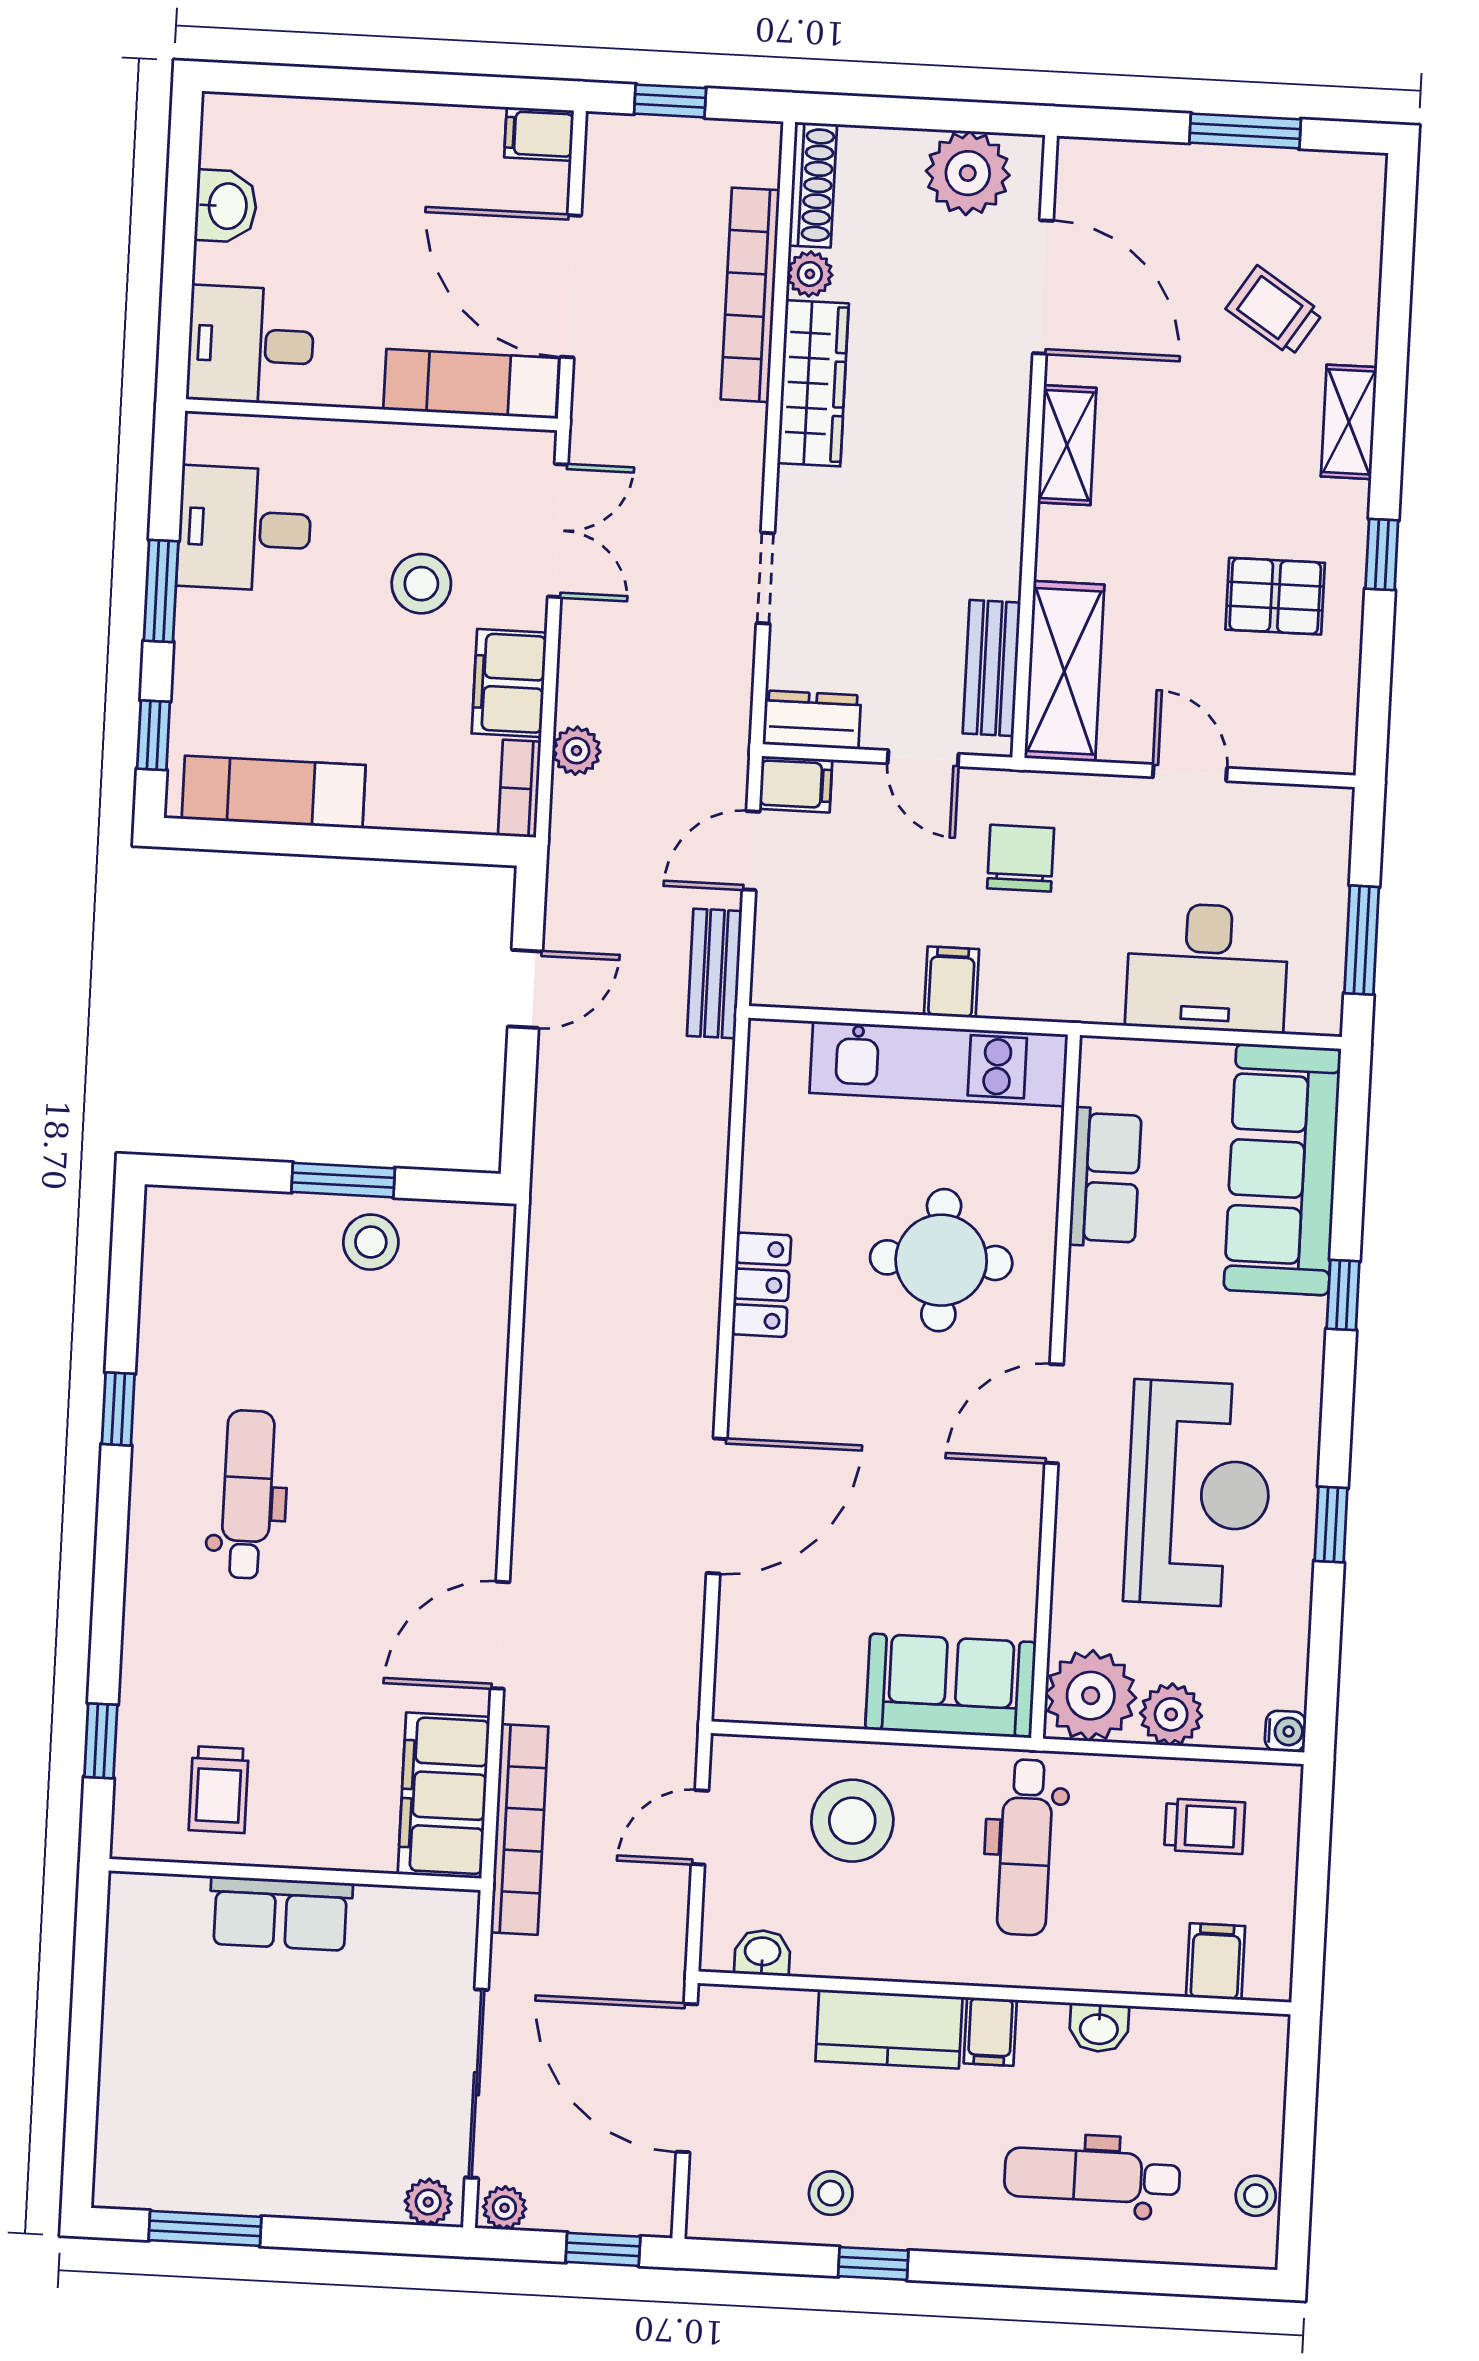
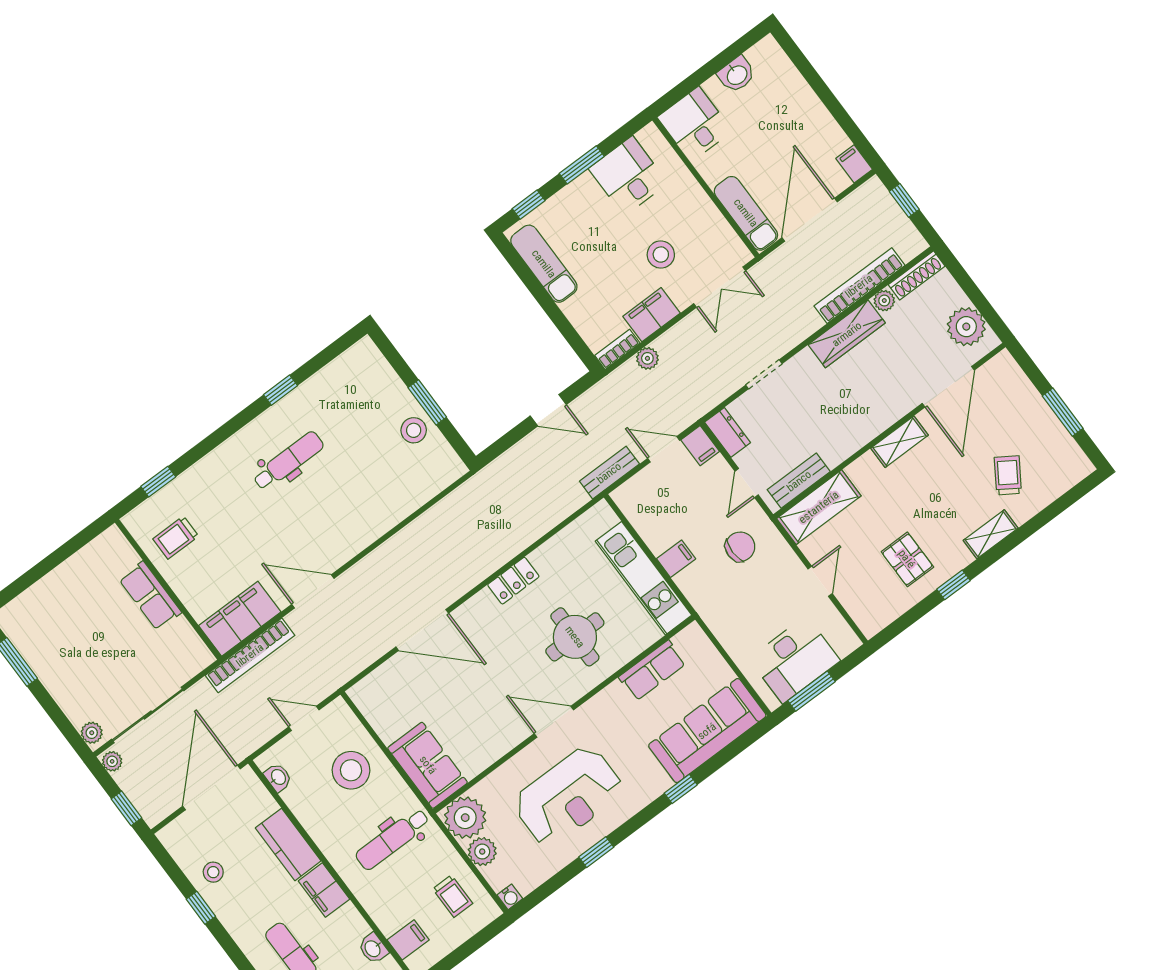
desk: (1207, 968) -> (795, 660), moved, turned -90
washbasin: (1099, 2028) -> (373, 948), moved
filing cabinet: (990, 2032) -> (324, 890), width x2.00

